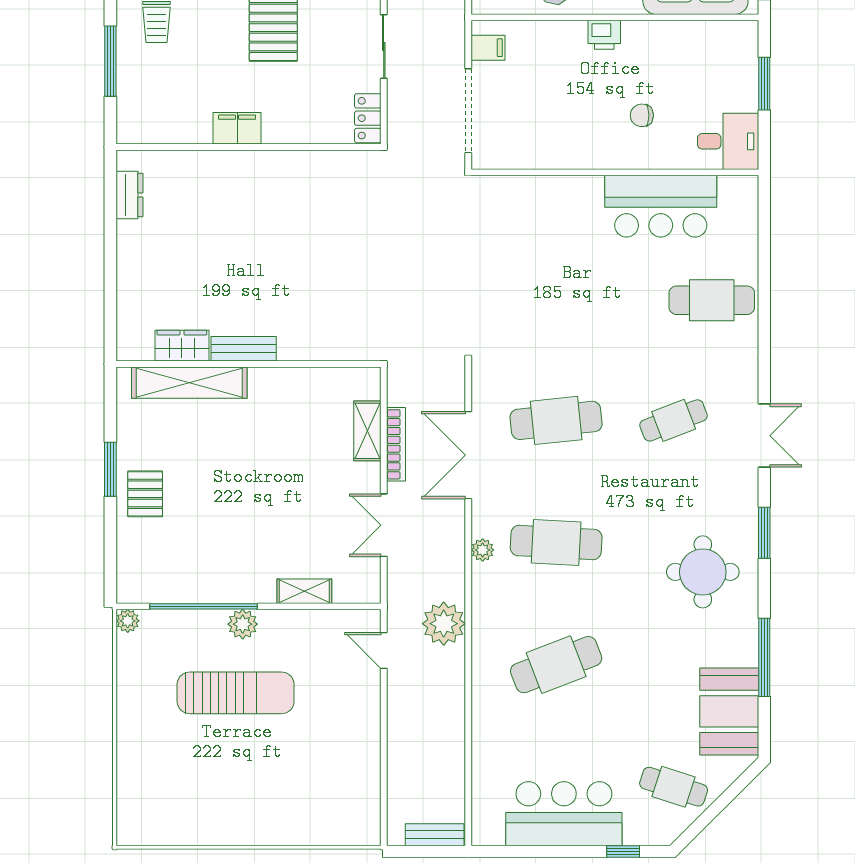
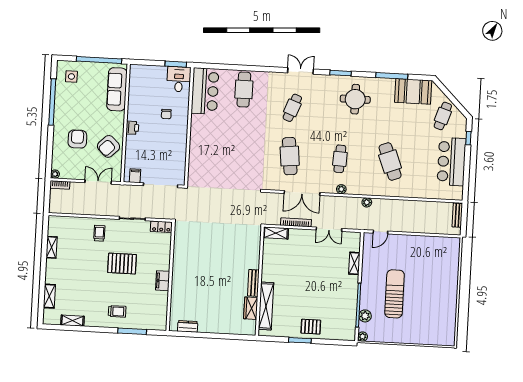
window: (764, 84) -> (176, 64), moved
bar counter: (661, 206) -> (205, 91), moved
cafe table: (674, 420) -> (292, 108), turned 42
shelving: (367, 431) -> (276, 233), moved
cafe table: (556, 543) -> (340, 159), width x0.73, depth x0.74
plant: (243, 624) -> (365, 316), moved
plant: (444, 624) -> (367, 202), width x0.53, depth x0.53

